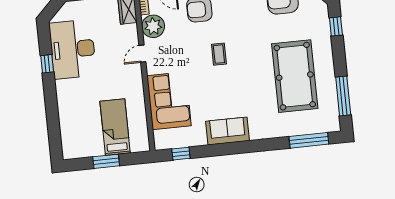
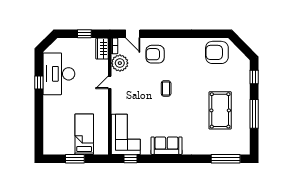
pool table: (295, 76) -> (220, 110), width x0.73, depth x0.76
window: (343, 96) -> (254, 114), moved
corner sofa: (169, 101) -> (126, 134), moved

